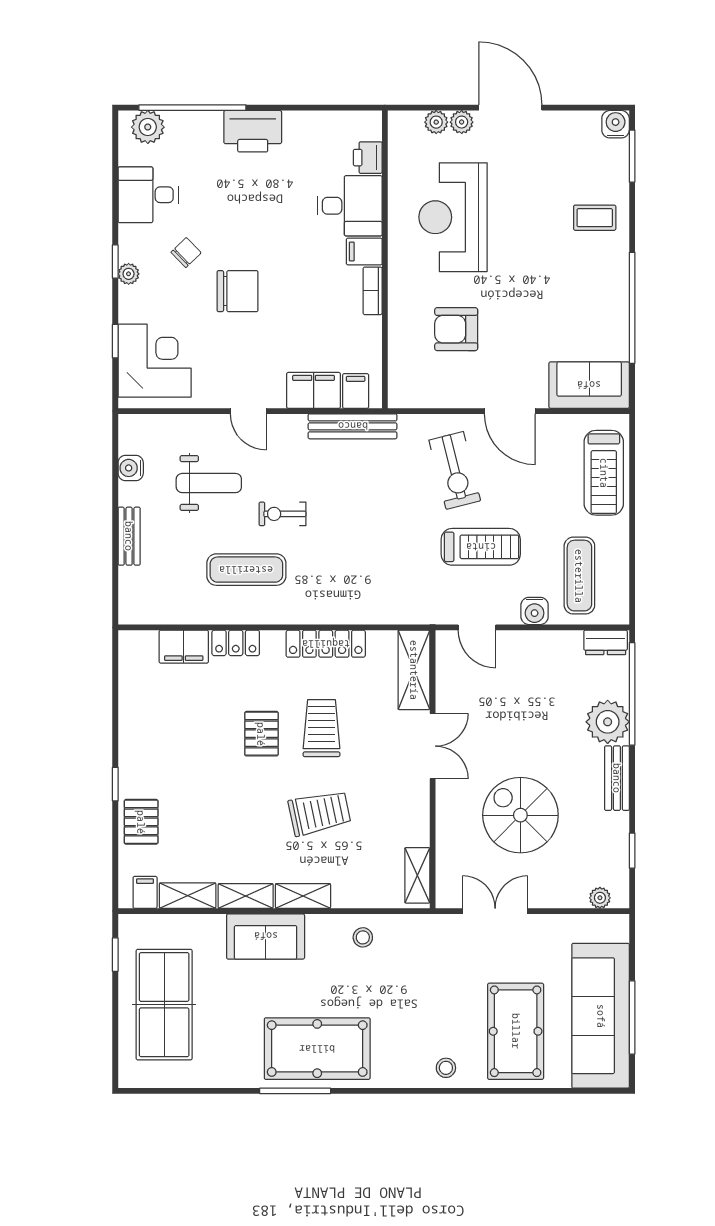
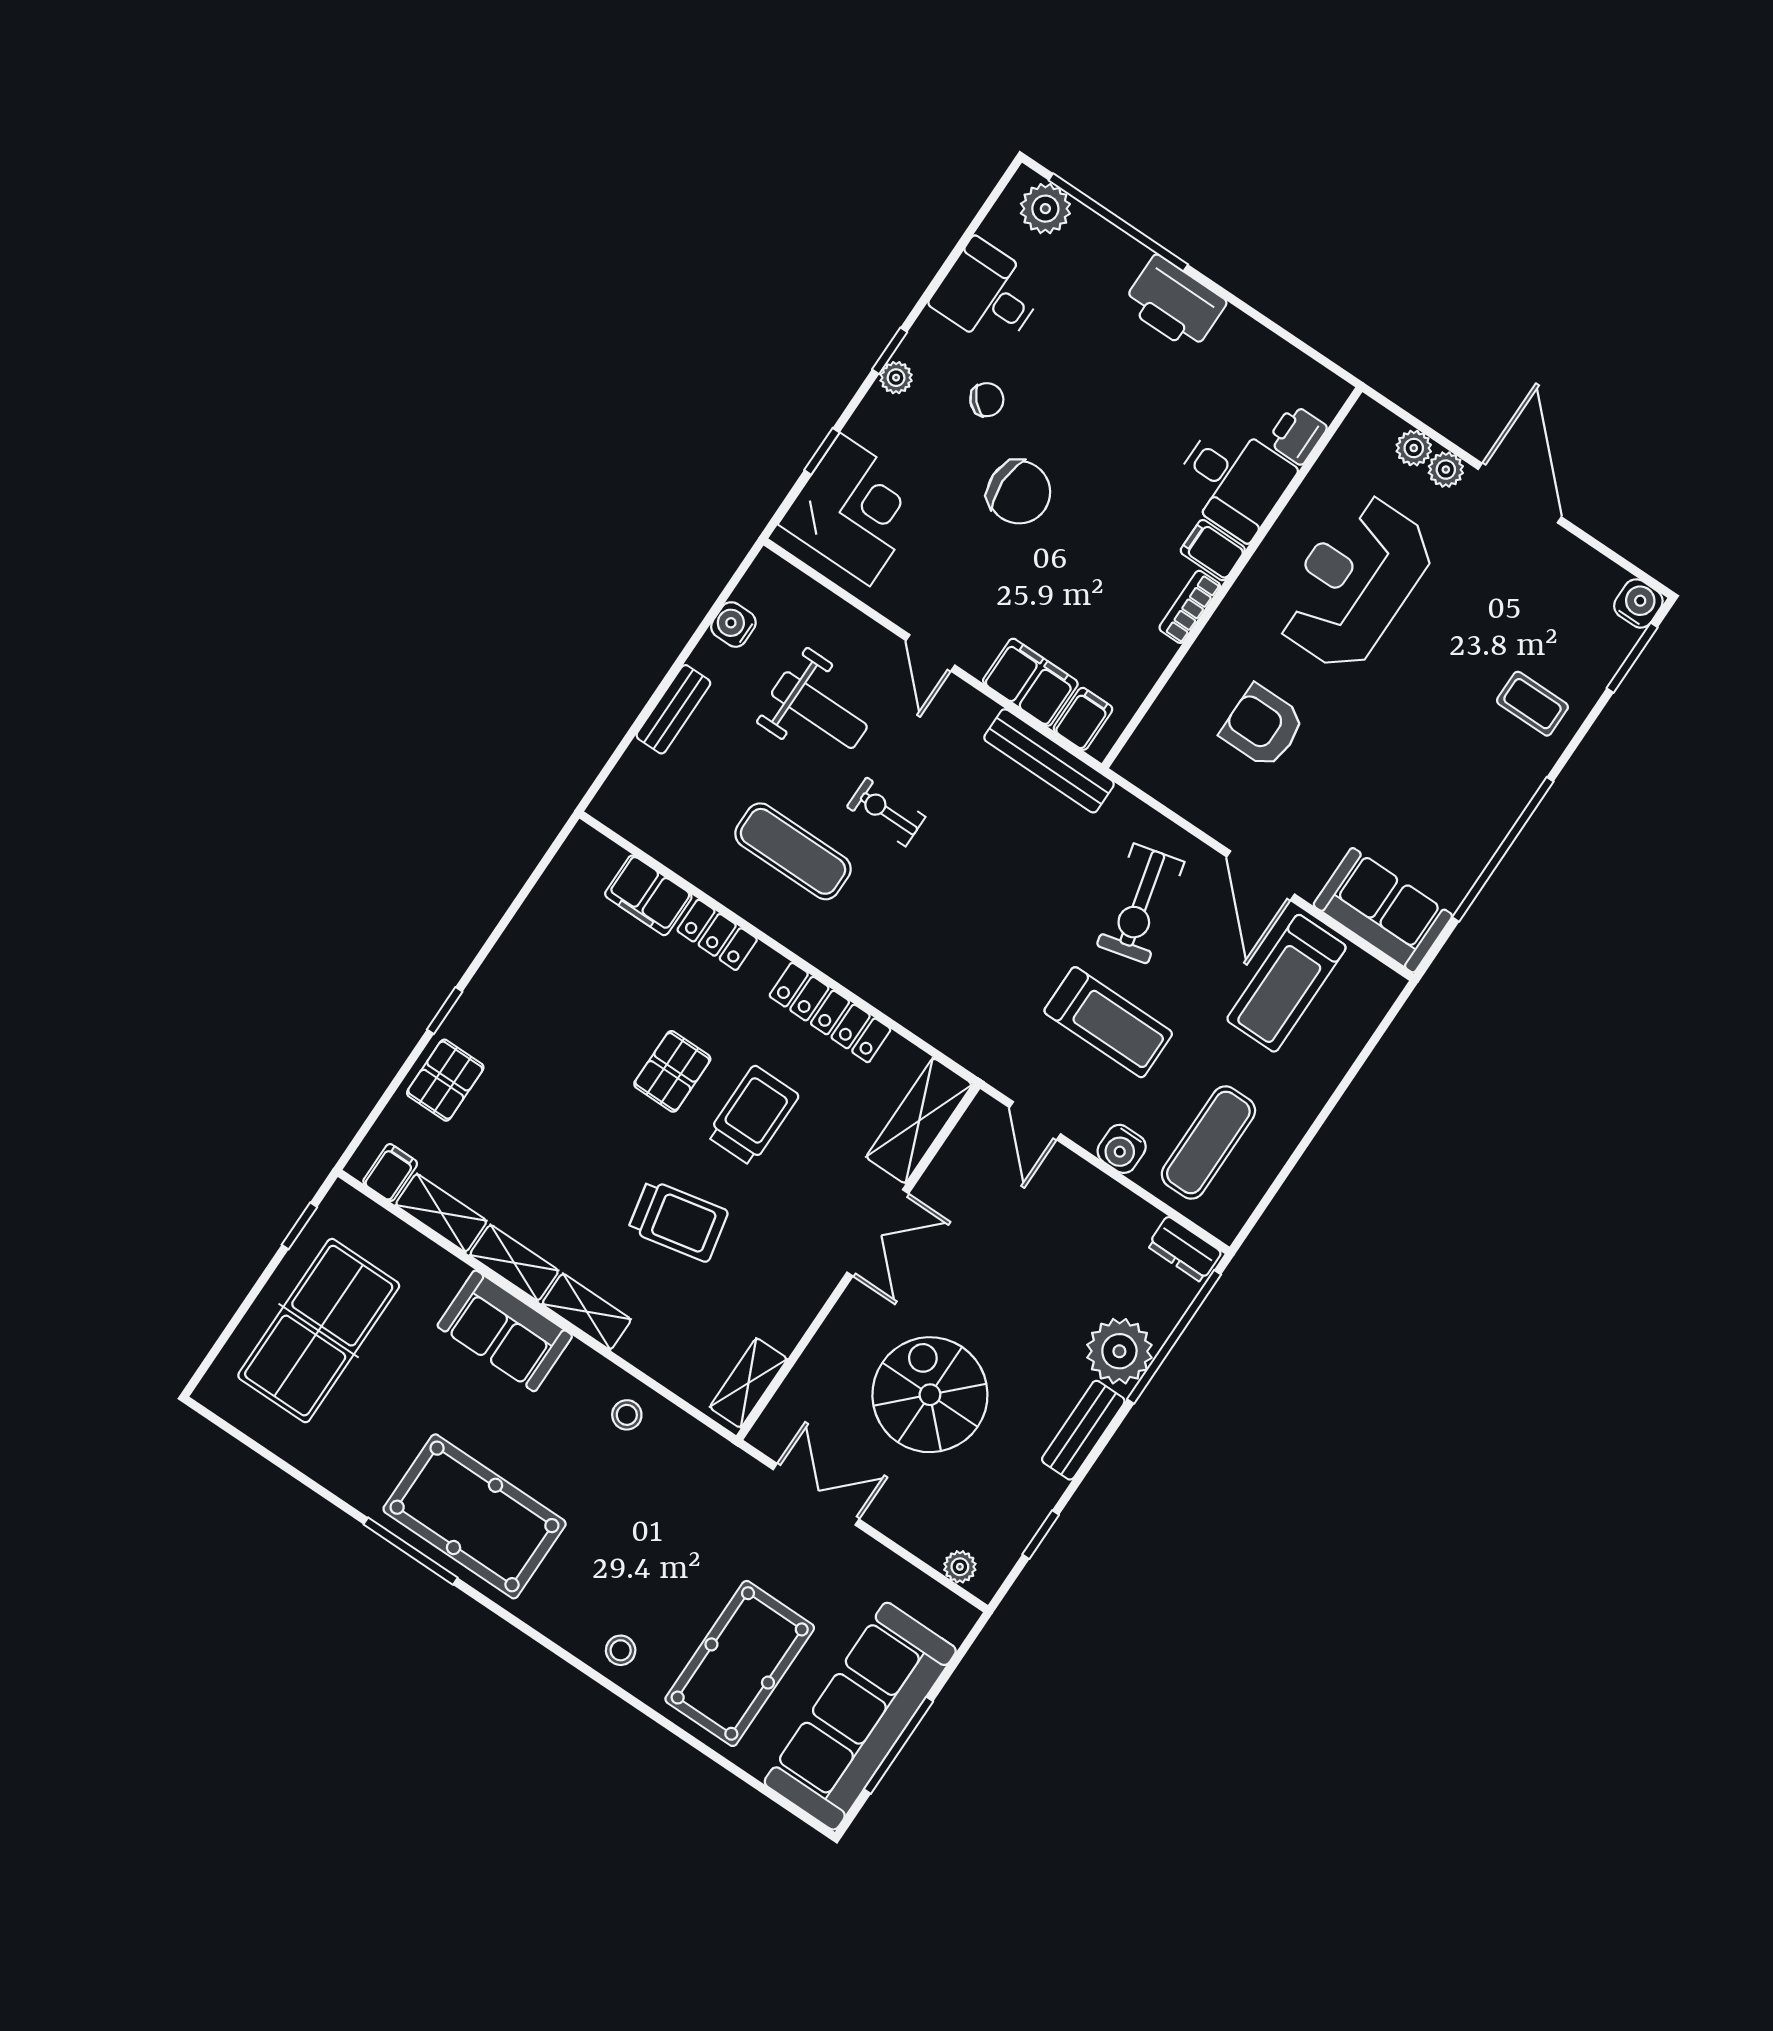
treadmill: (604, 473) -> (1286, 983), moved

